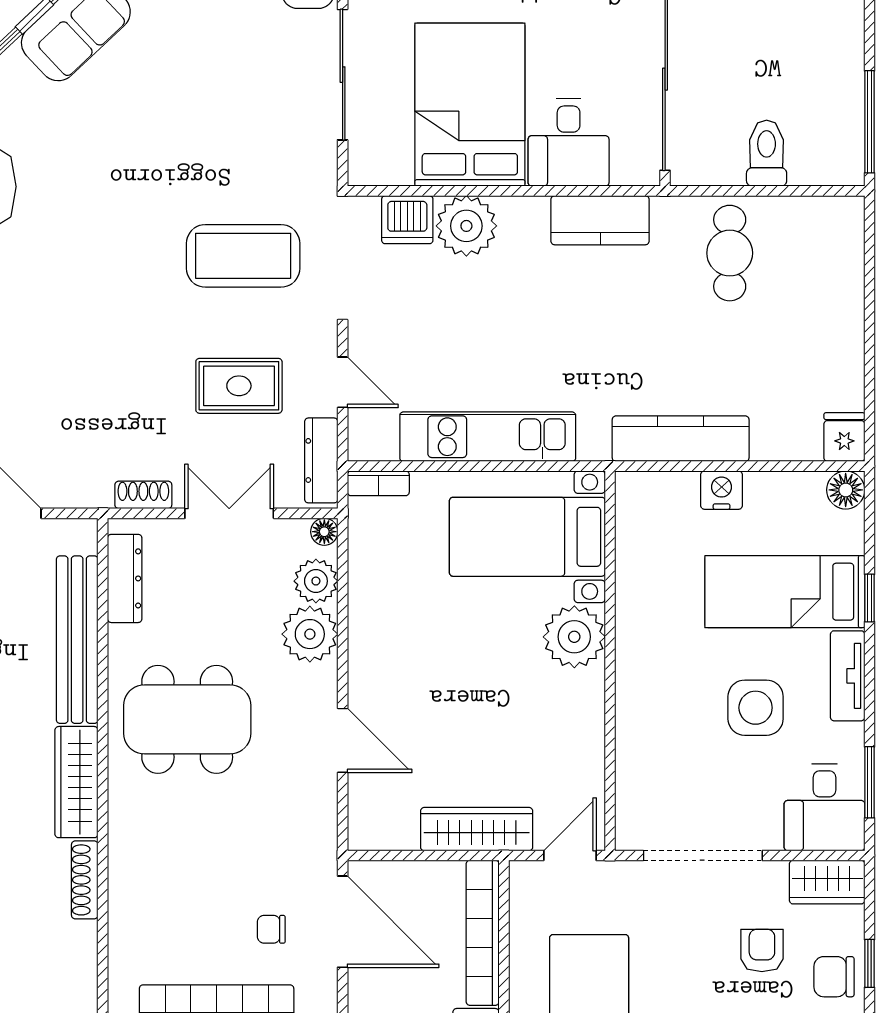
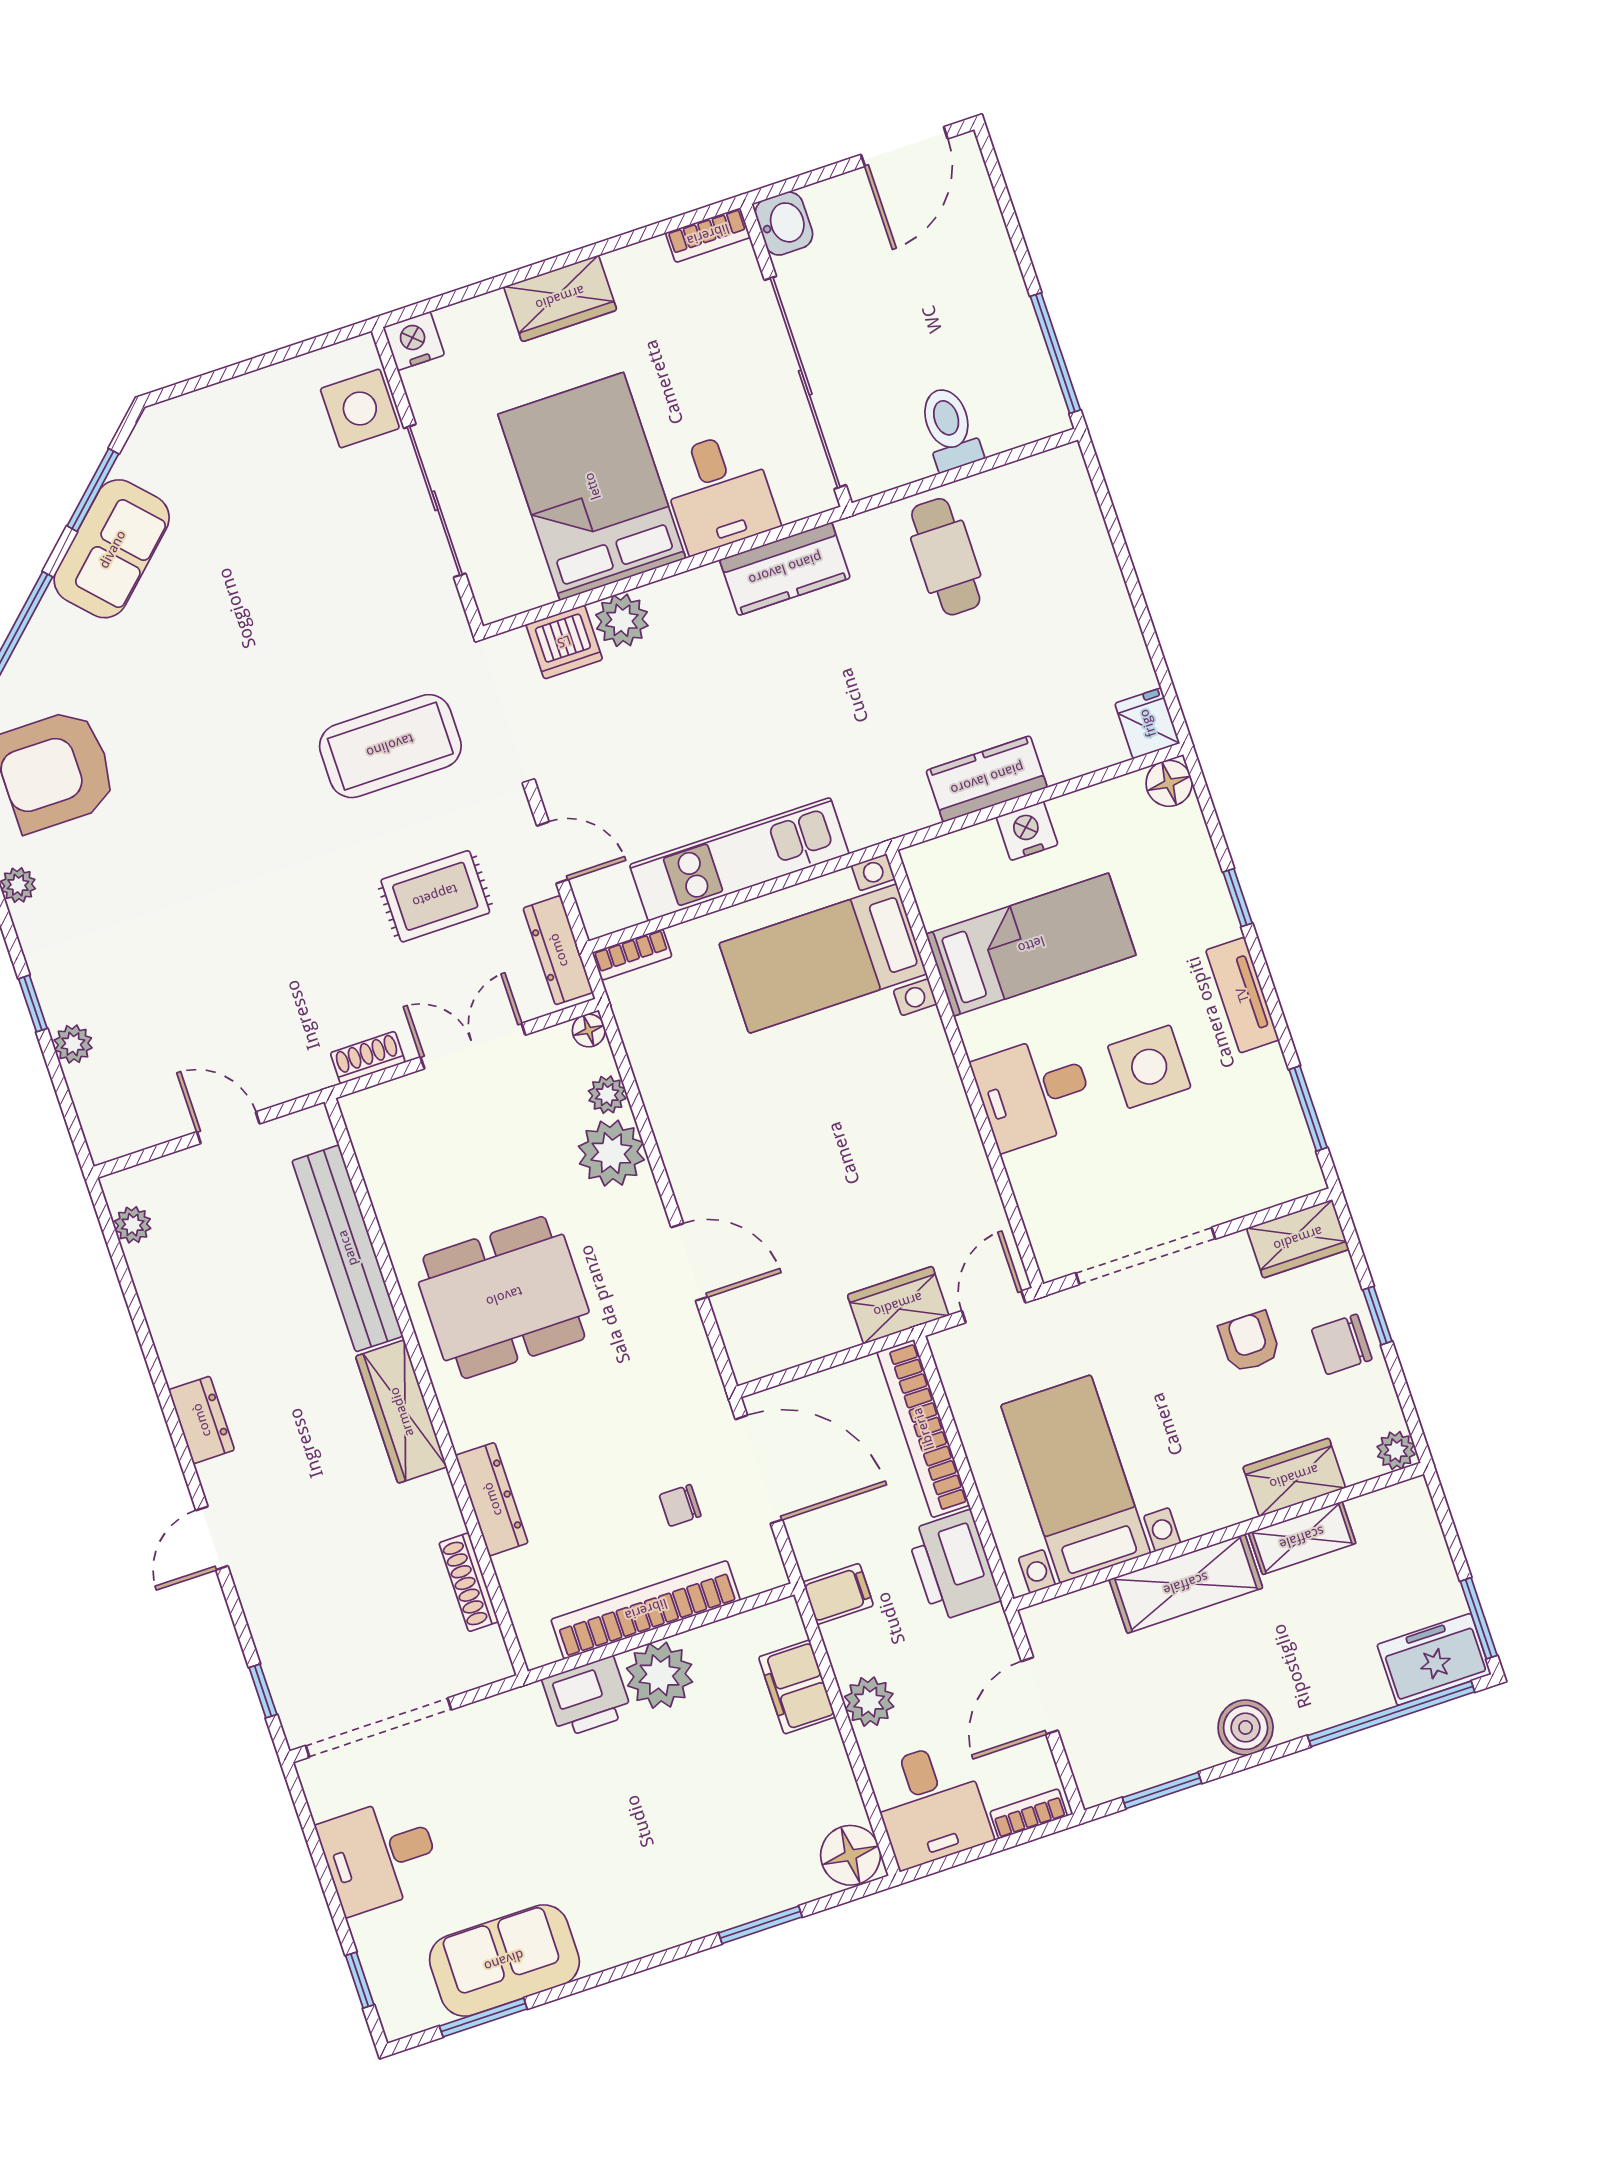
plant: (466, 226) -> (622, 620), width x0.73, depth x0.73
kitchen counter: (681, 439) -> (987, 779), width x0.67
dresser: (125, 578) -> (492, 1499), moved
plant: (316, 581) -> (607, 1095), width x0.73, depth x0.73
bed: (785, 592) -> (1031, 945), moved, turned 180
plant: (574, 637) -> (915, 1055), removed
desk: (824, 807) -> (1034, 1092), moved, turned 90
wardrobe: (477, 829) -> (898, 1305), width x0.67
shoe rack: (85, 880) -> (469, 1582), moved

